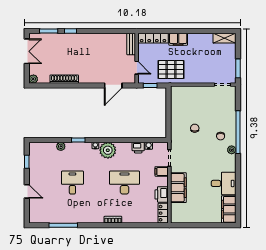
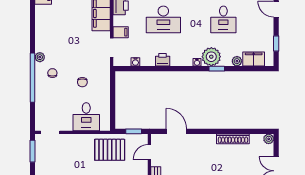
door: (137, 68) -> (149, 152), hinge flipped
door: (113, 86) -> (176, 131), hinge flipped
filing cabinet: (46, 148) -> (254, 59), added
printer: (138, 148) -> (163, 60), moved
plant: (108, 150) -> (211, 57), moved
desk: (224, 183) -> (86, 117), moved, turned -90

